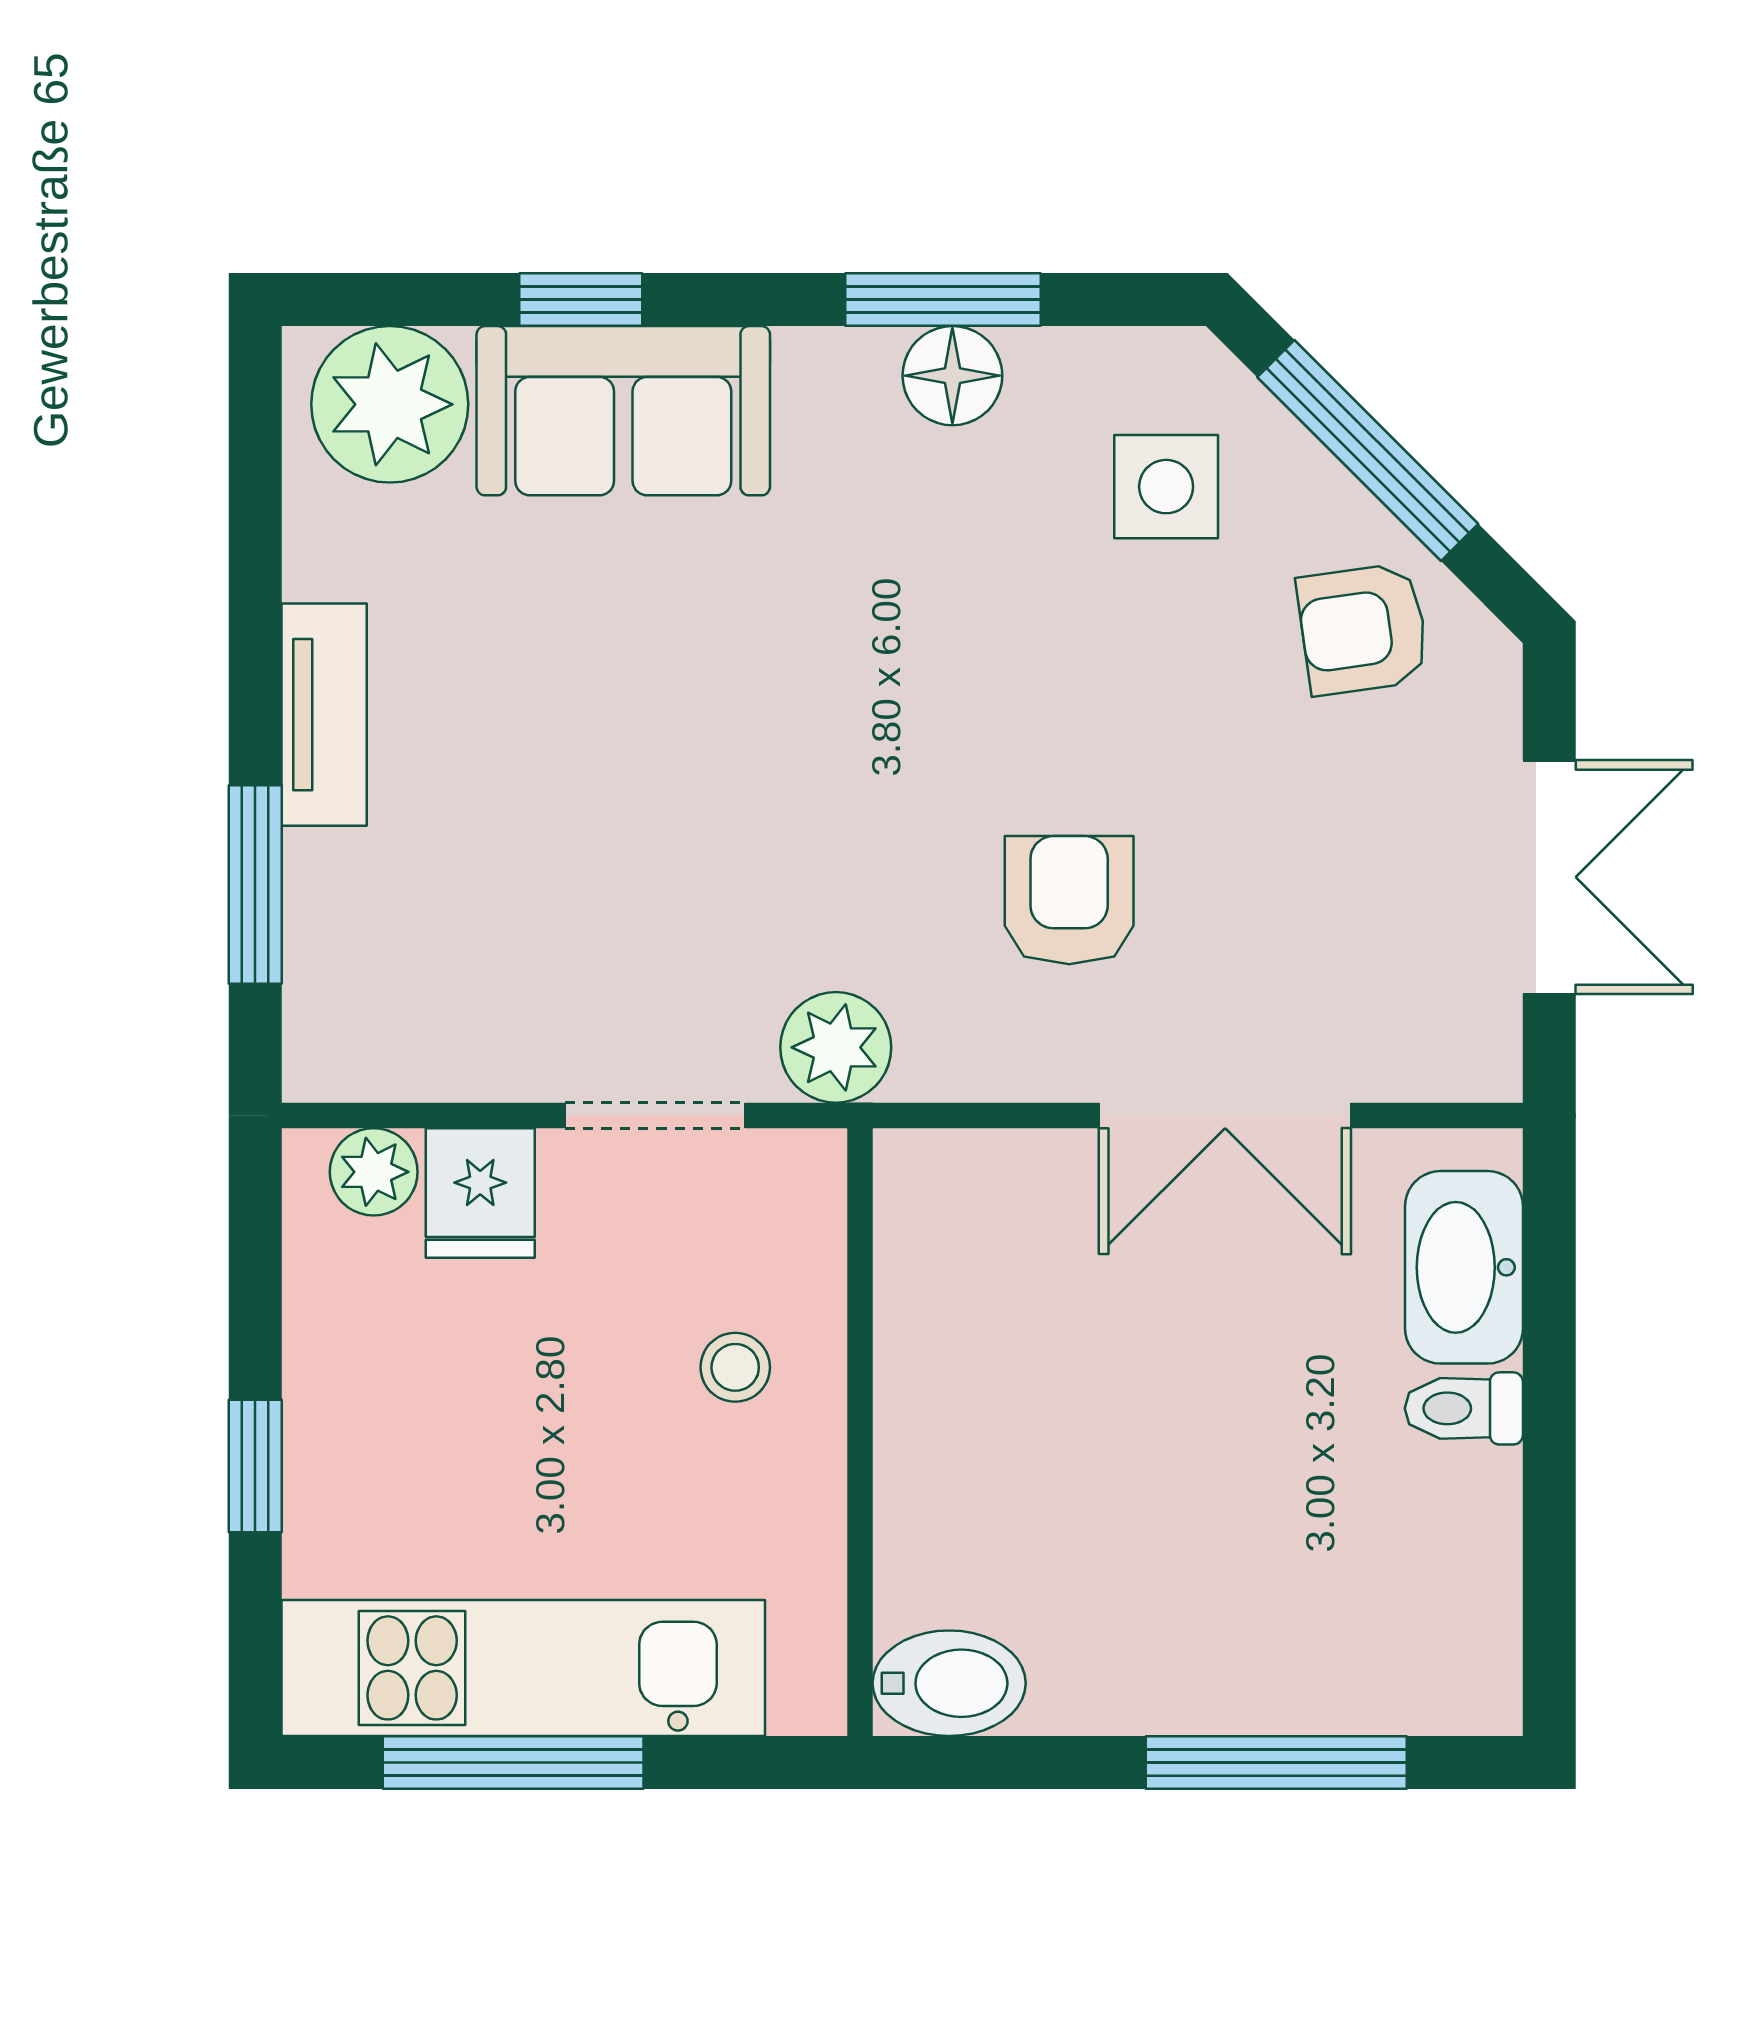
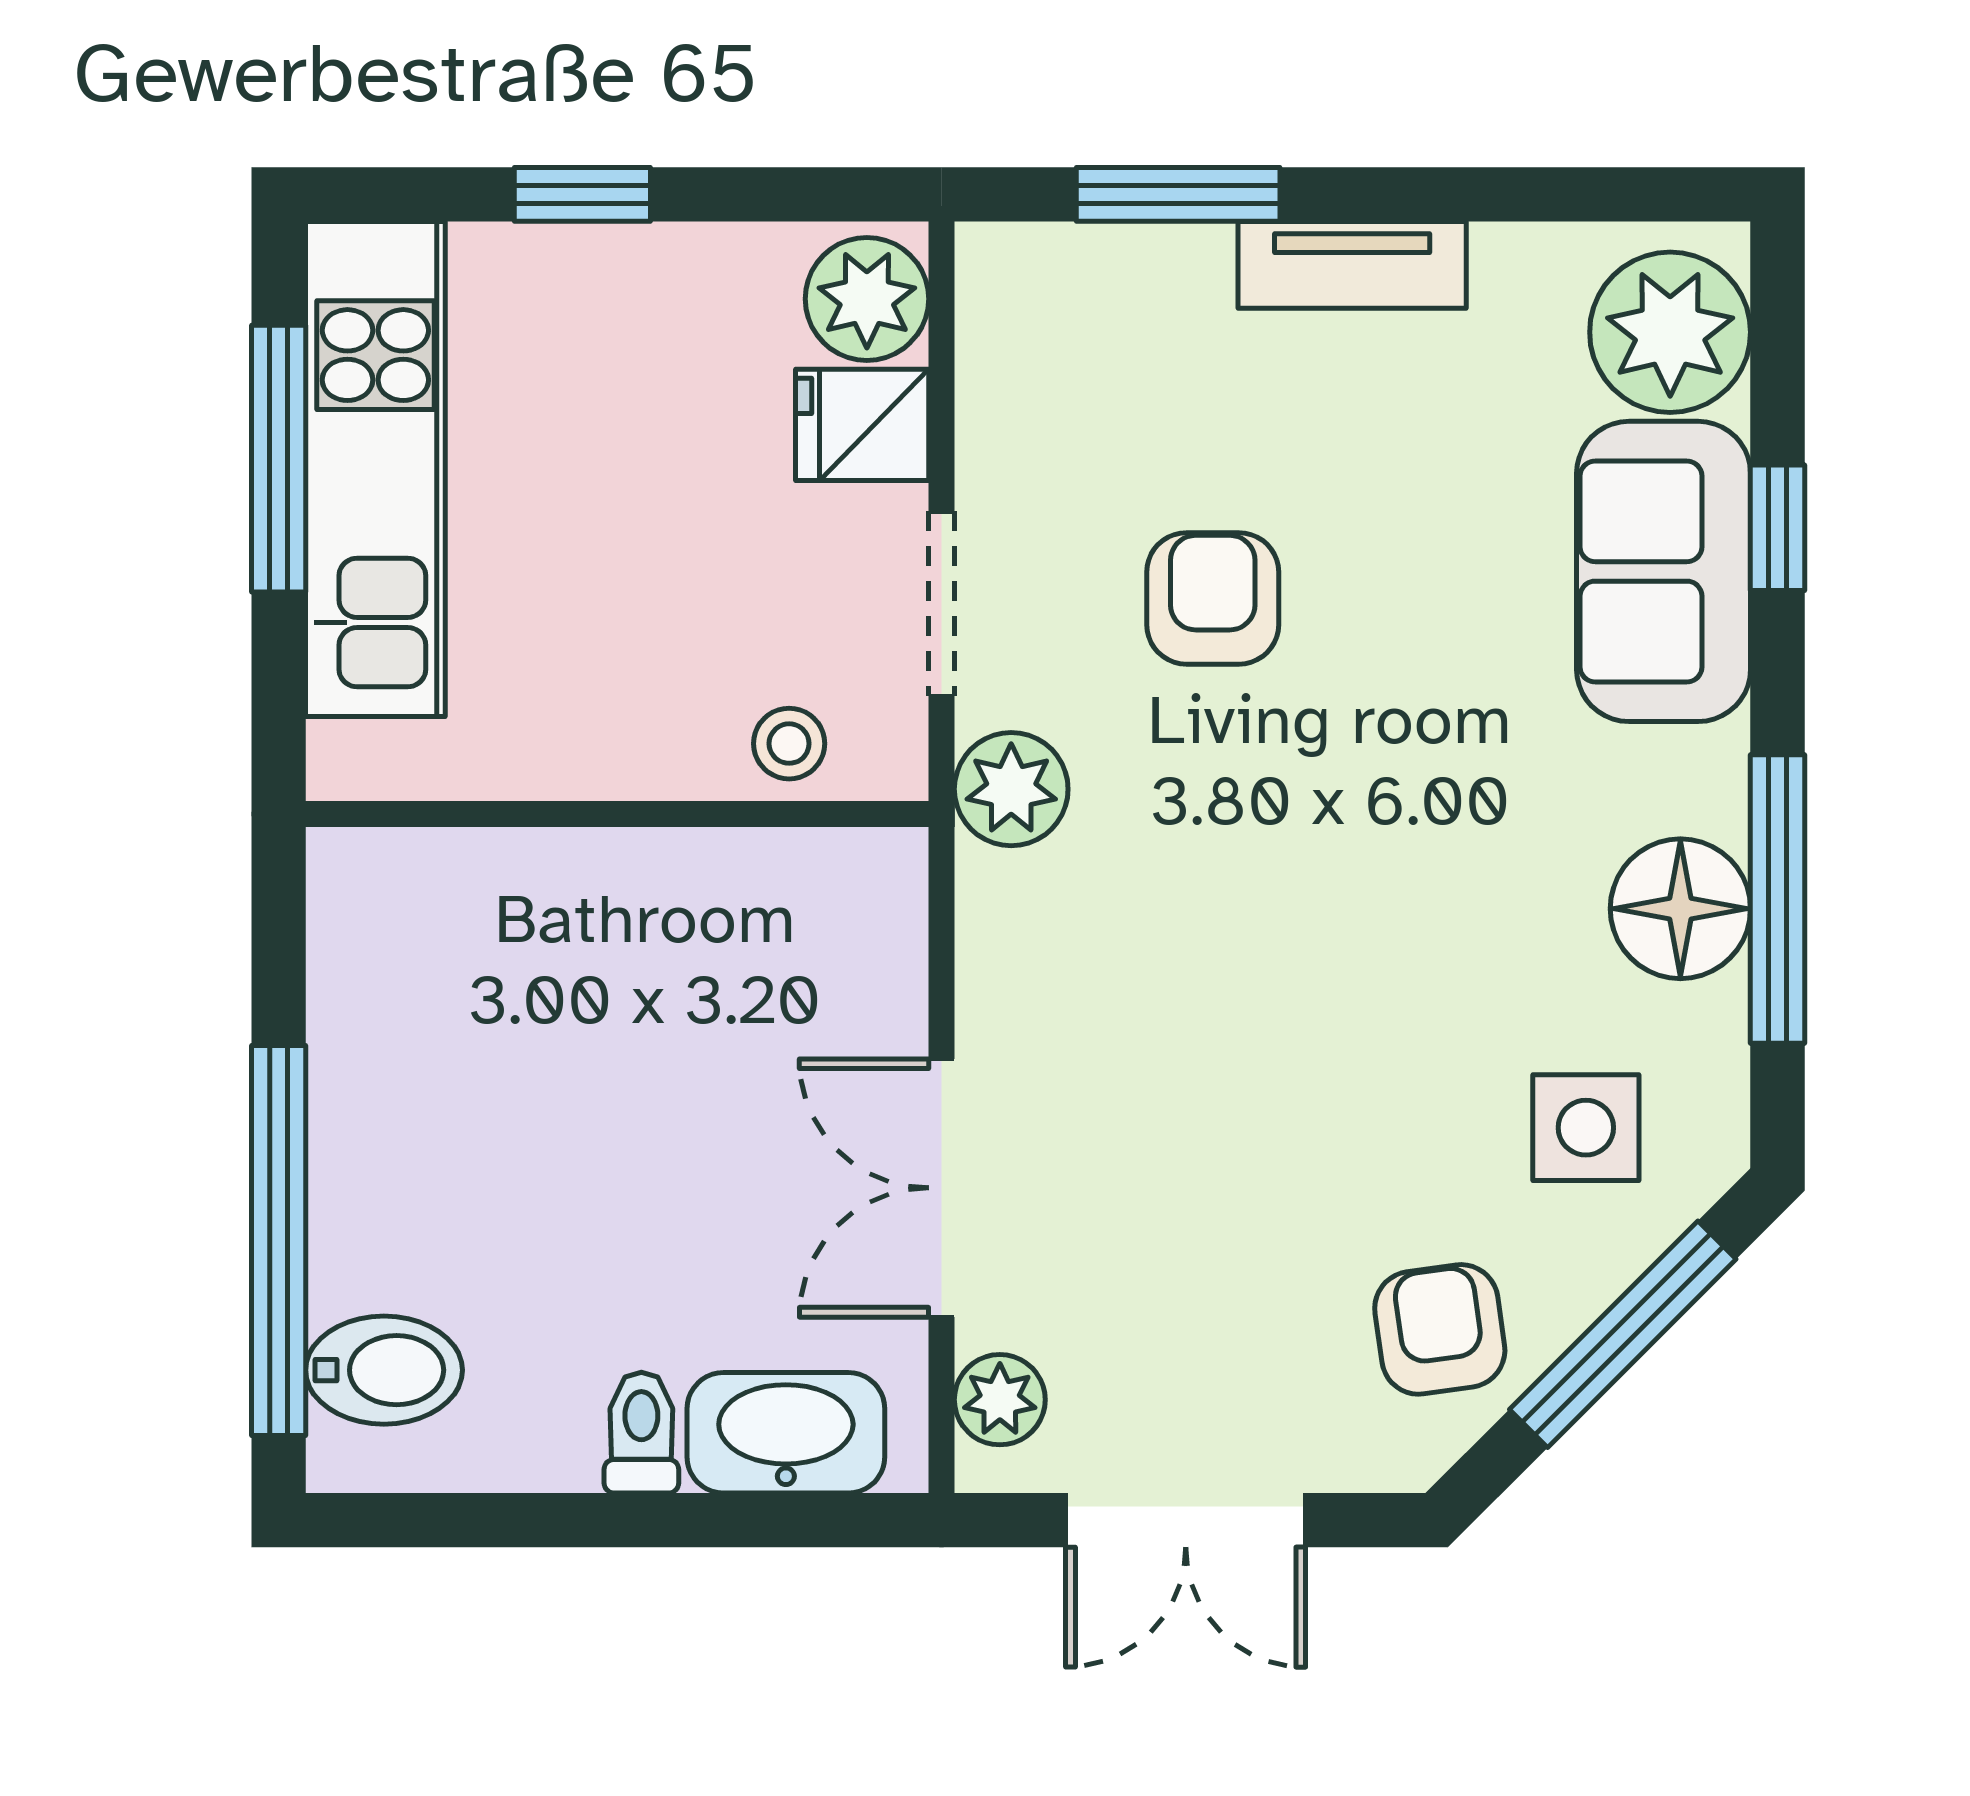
window: (943, 300) -> (1777, 899), width x1.44
floor lamp: (952, 376) -> (1680, 909), width x1.38, depth x1.38
armchair: (1069, 900) -> (1213, 598), moved, turned -90
plant: (1432, 1059) -> (1000, 1400), added
plant: (374, 1172) -> (867, 299), width x1.38, depth x1.38
stool: (735, 1367) -> (789, 744), moved
bidet: (949, 1683) -> (384, 1370), moved, turned -90
window: (1276, 1762) -> (279, 1240), width x1.46

